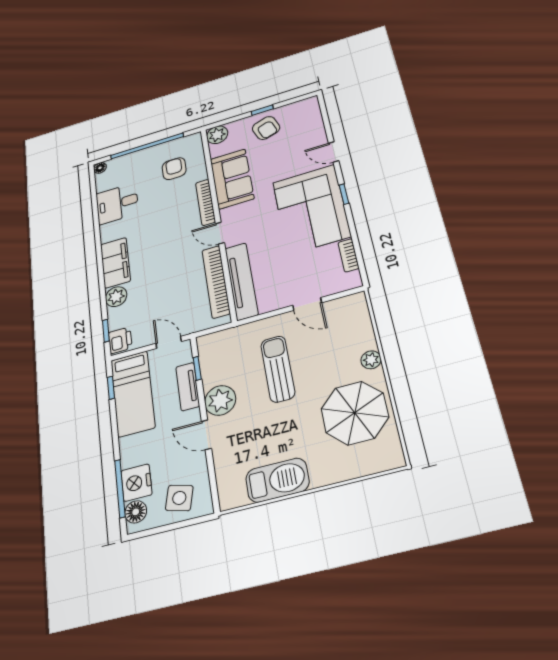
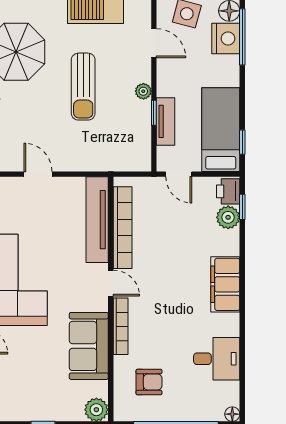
armchair: (266, 128) -> (43, 399), removed
armchair: (174, 169) -> (149, 382), turned -90
plant: (116, 297) -> (228, 217), moved
window: (197, 368) -> (154, 113), moved
sun lounger: (278, 369) -> (83, 87), moved
plant: (220, 400) -> (143, 91), width x0.53, depth x0.53
door: (206, 435) -> (154, 43), moved

